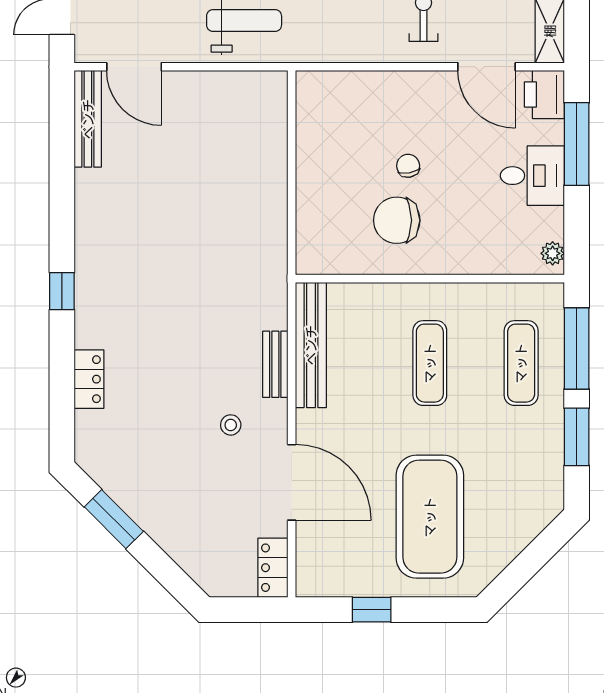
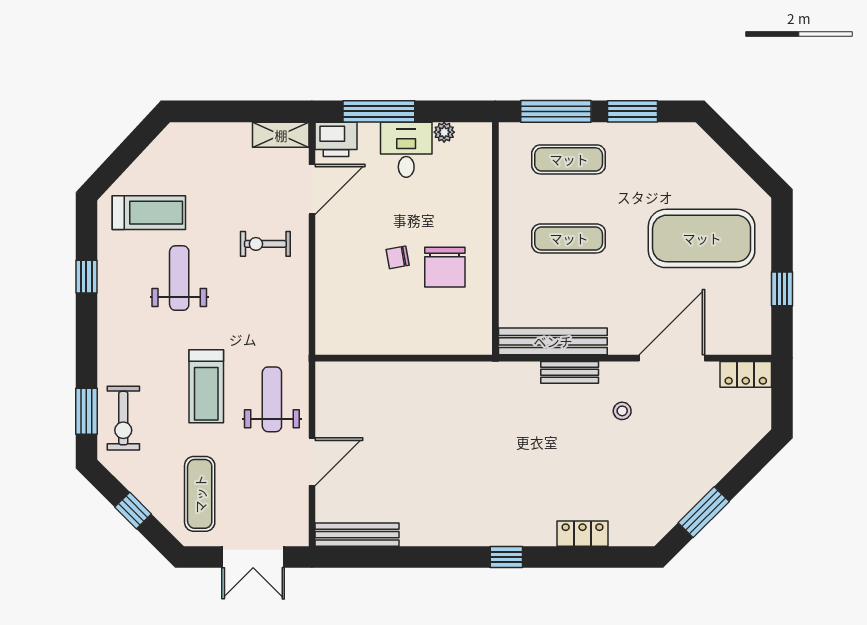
door: (134, 67) -> (312, 462), moved
plant: (553, 253) -> (444, 132), moved

